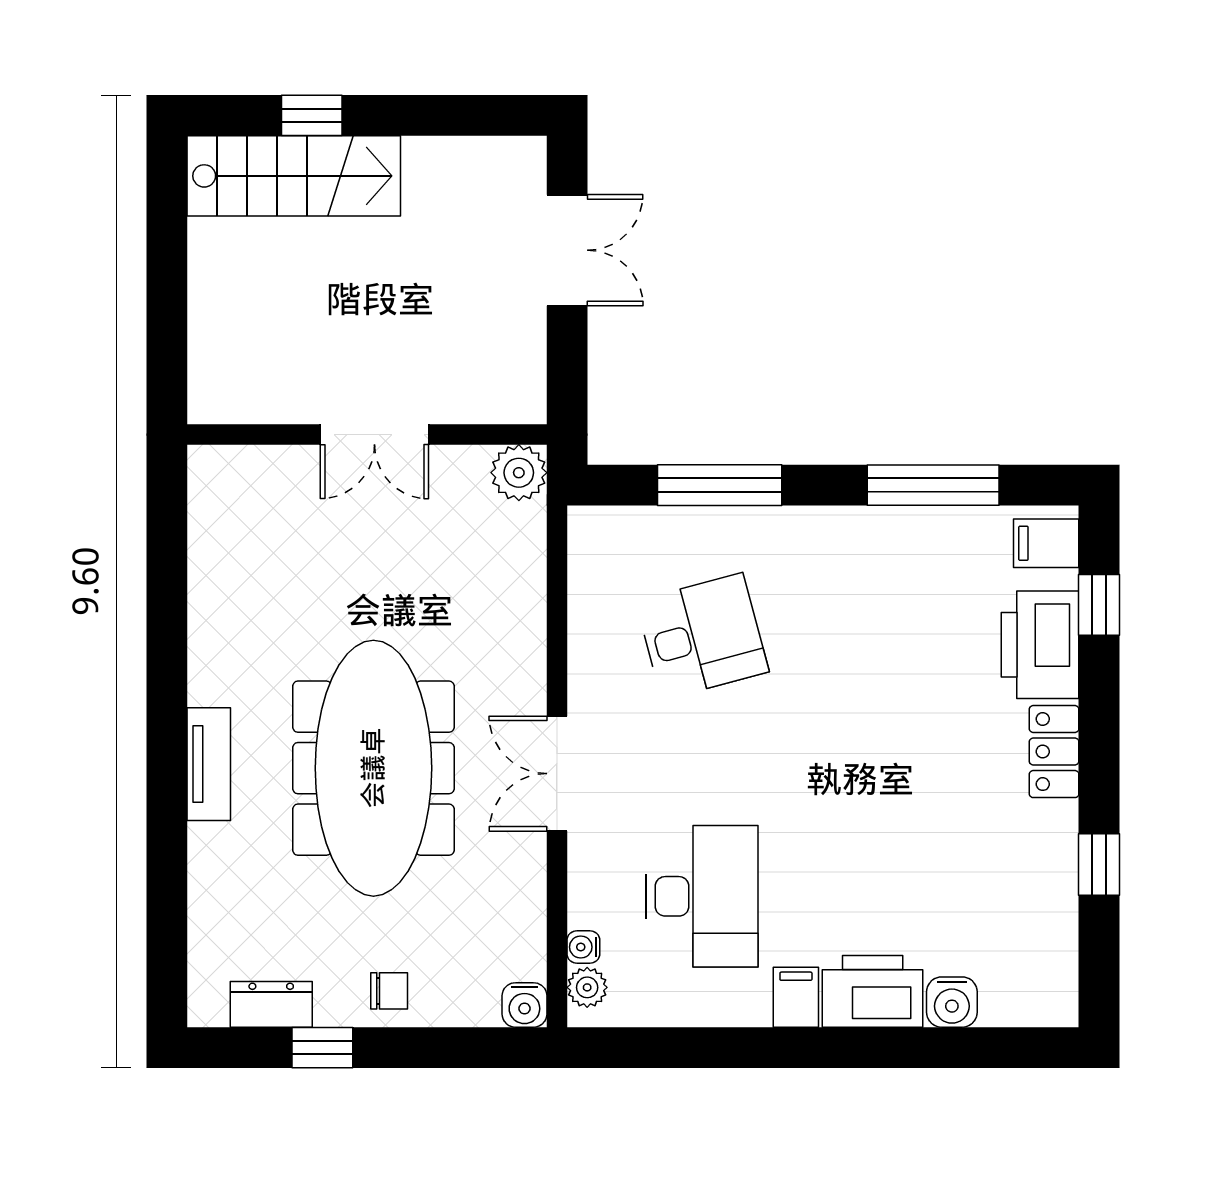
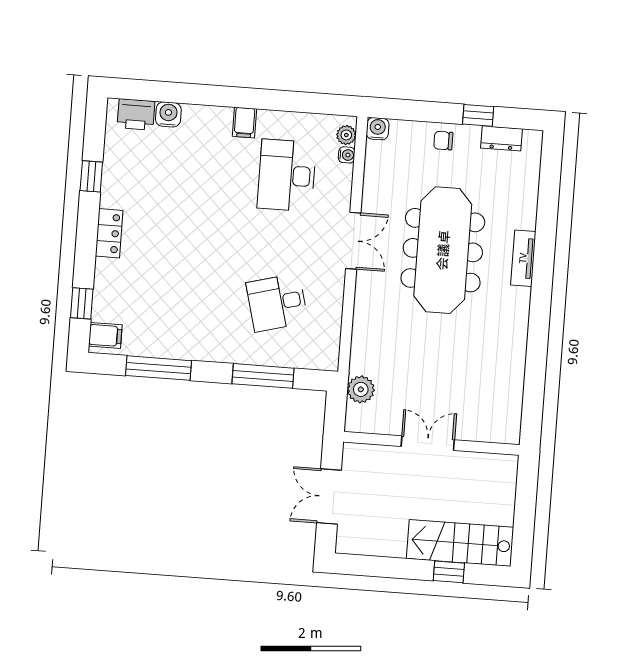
wall: (367, 435) -> (431, 443), moved
double door: (374, 435) -> (428, 443), moved
printer: (1040, 645) -> (112, 286), removed
printer: (873, 991) -> (136, 114), moved, width x0.73, depth x0.84

